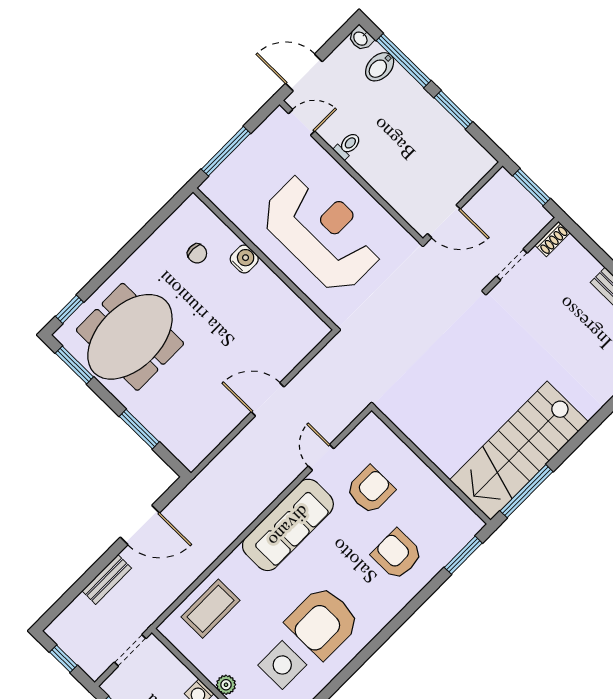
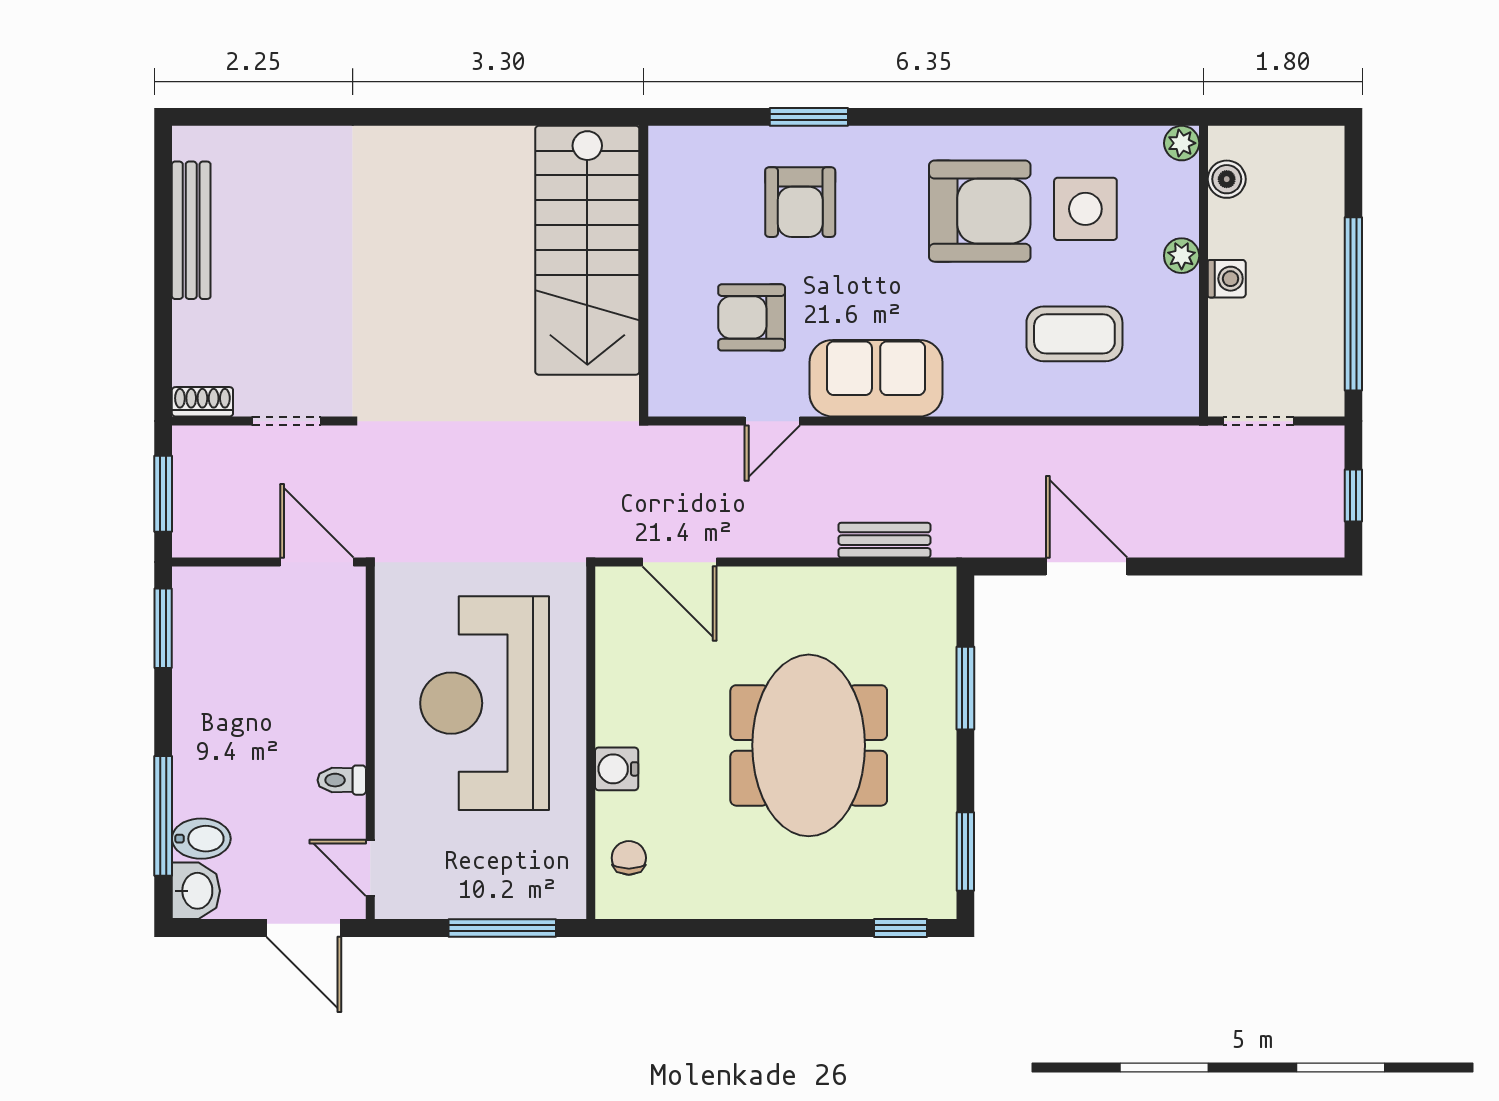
washbasin: (361, 38) -> (196, 891), width x1.38, depth x1.45
window: (453, 110) -> (163, 628), moved
chair: (197, 253) -> (629, 858), moved
meeting table: (130, 337) -> (809, 745), moved, turned 90
door: (268, 399) -> (679, 562), moved
stairs: (519, 451) -> (587, 250), moved, turned 90
window: (527, 491) -> (556, 117), removed
sofa: (288, 525) -> (876, 378), width x0.73
window: (463, 555) -> (809, 117), moved
bench: (107, 579) -> (884, 540), moved
coffee table: (211, 609) -> (1074, 334), moved

